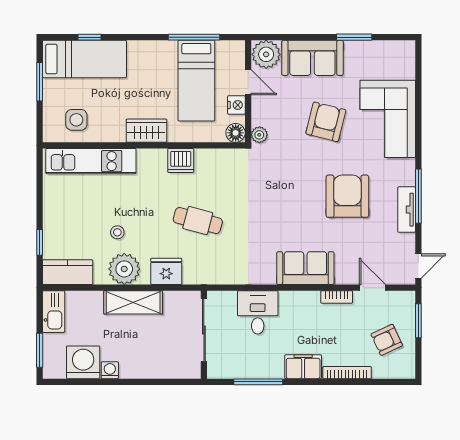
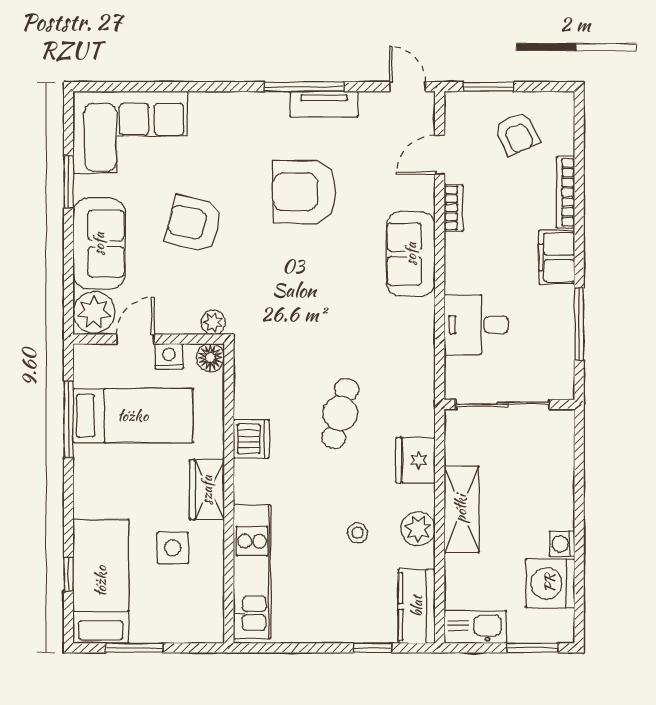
corner sofa: (388, 119) -> (130, 132), moved
side table: (76, 120) -> (173, 548), moved
plant: (124, 269) -> (418, 529), width x0.73, depth x0.73

